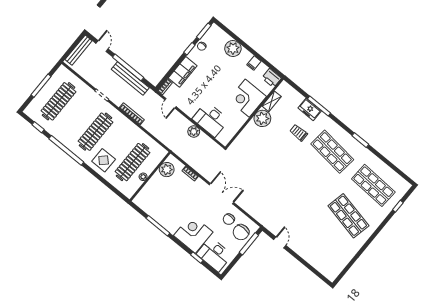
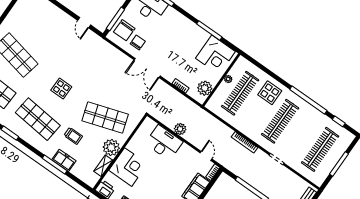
bench: (130, 78) -> (249, 178), removed
shop shelf: (266, 148) -> (105, 118), added
display table: (307, 180) -> (61, 89), added
chair: (241, 232) -> (124, 30), turned 180
corner desk: (193, 234) -> (215, 55), moved

